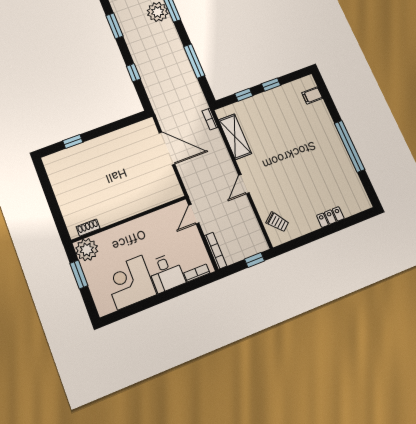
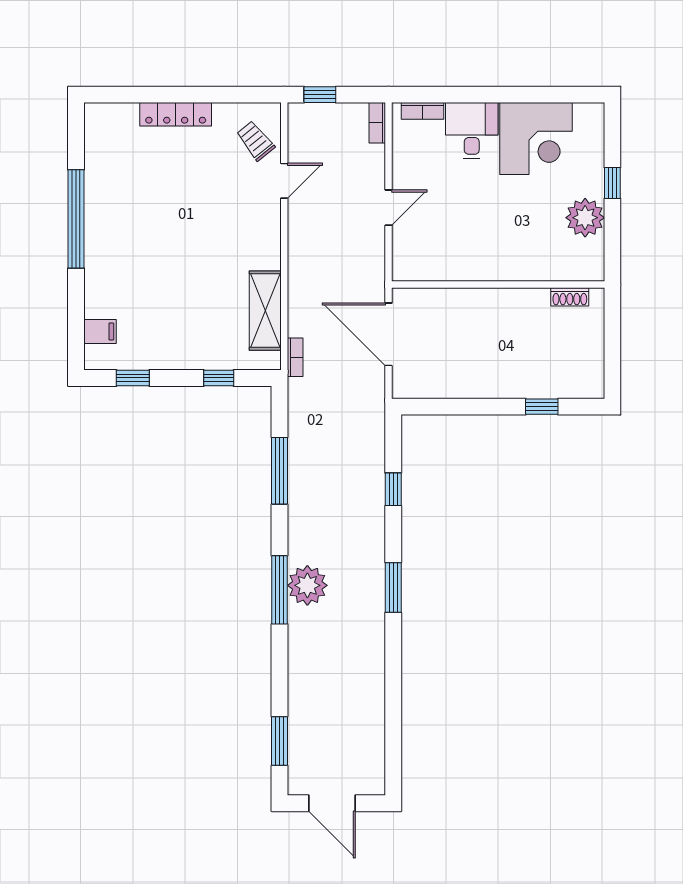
window: (271, 85) -> (133, 378), moved
door: (244, 184) -> (284, 181), moved
locker: (330, 217) -> (176, 114), width x1.53
wall: (129, 219) -> (498, 285), moved
shoe rack: (88, 228) -> (570, 297), moved
bookcase: (216, 251) -> (377, 123), width x0.64
window: (79, 274) -> (612, 183), width x0.67

